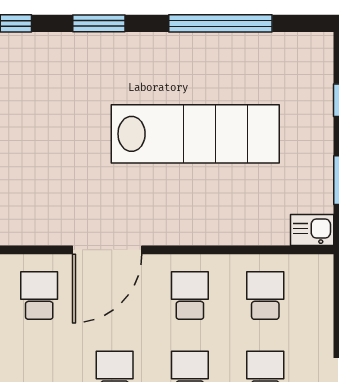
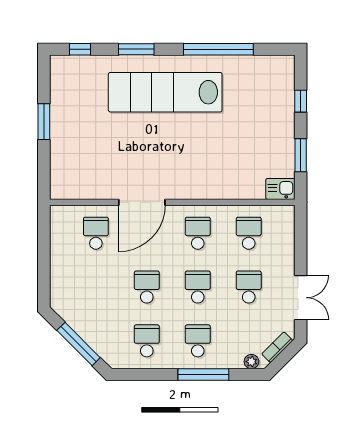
lab bench: (195, 134) -> (165, 92), moved, turned 180

